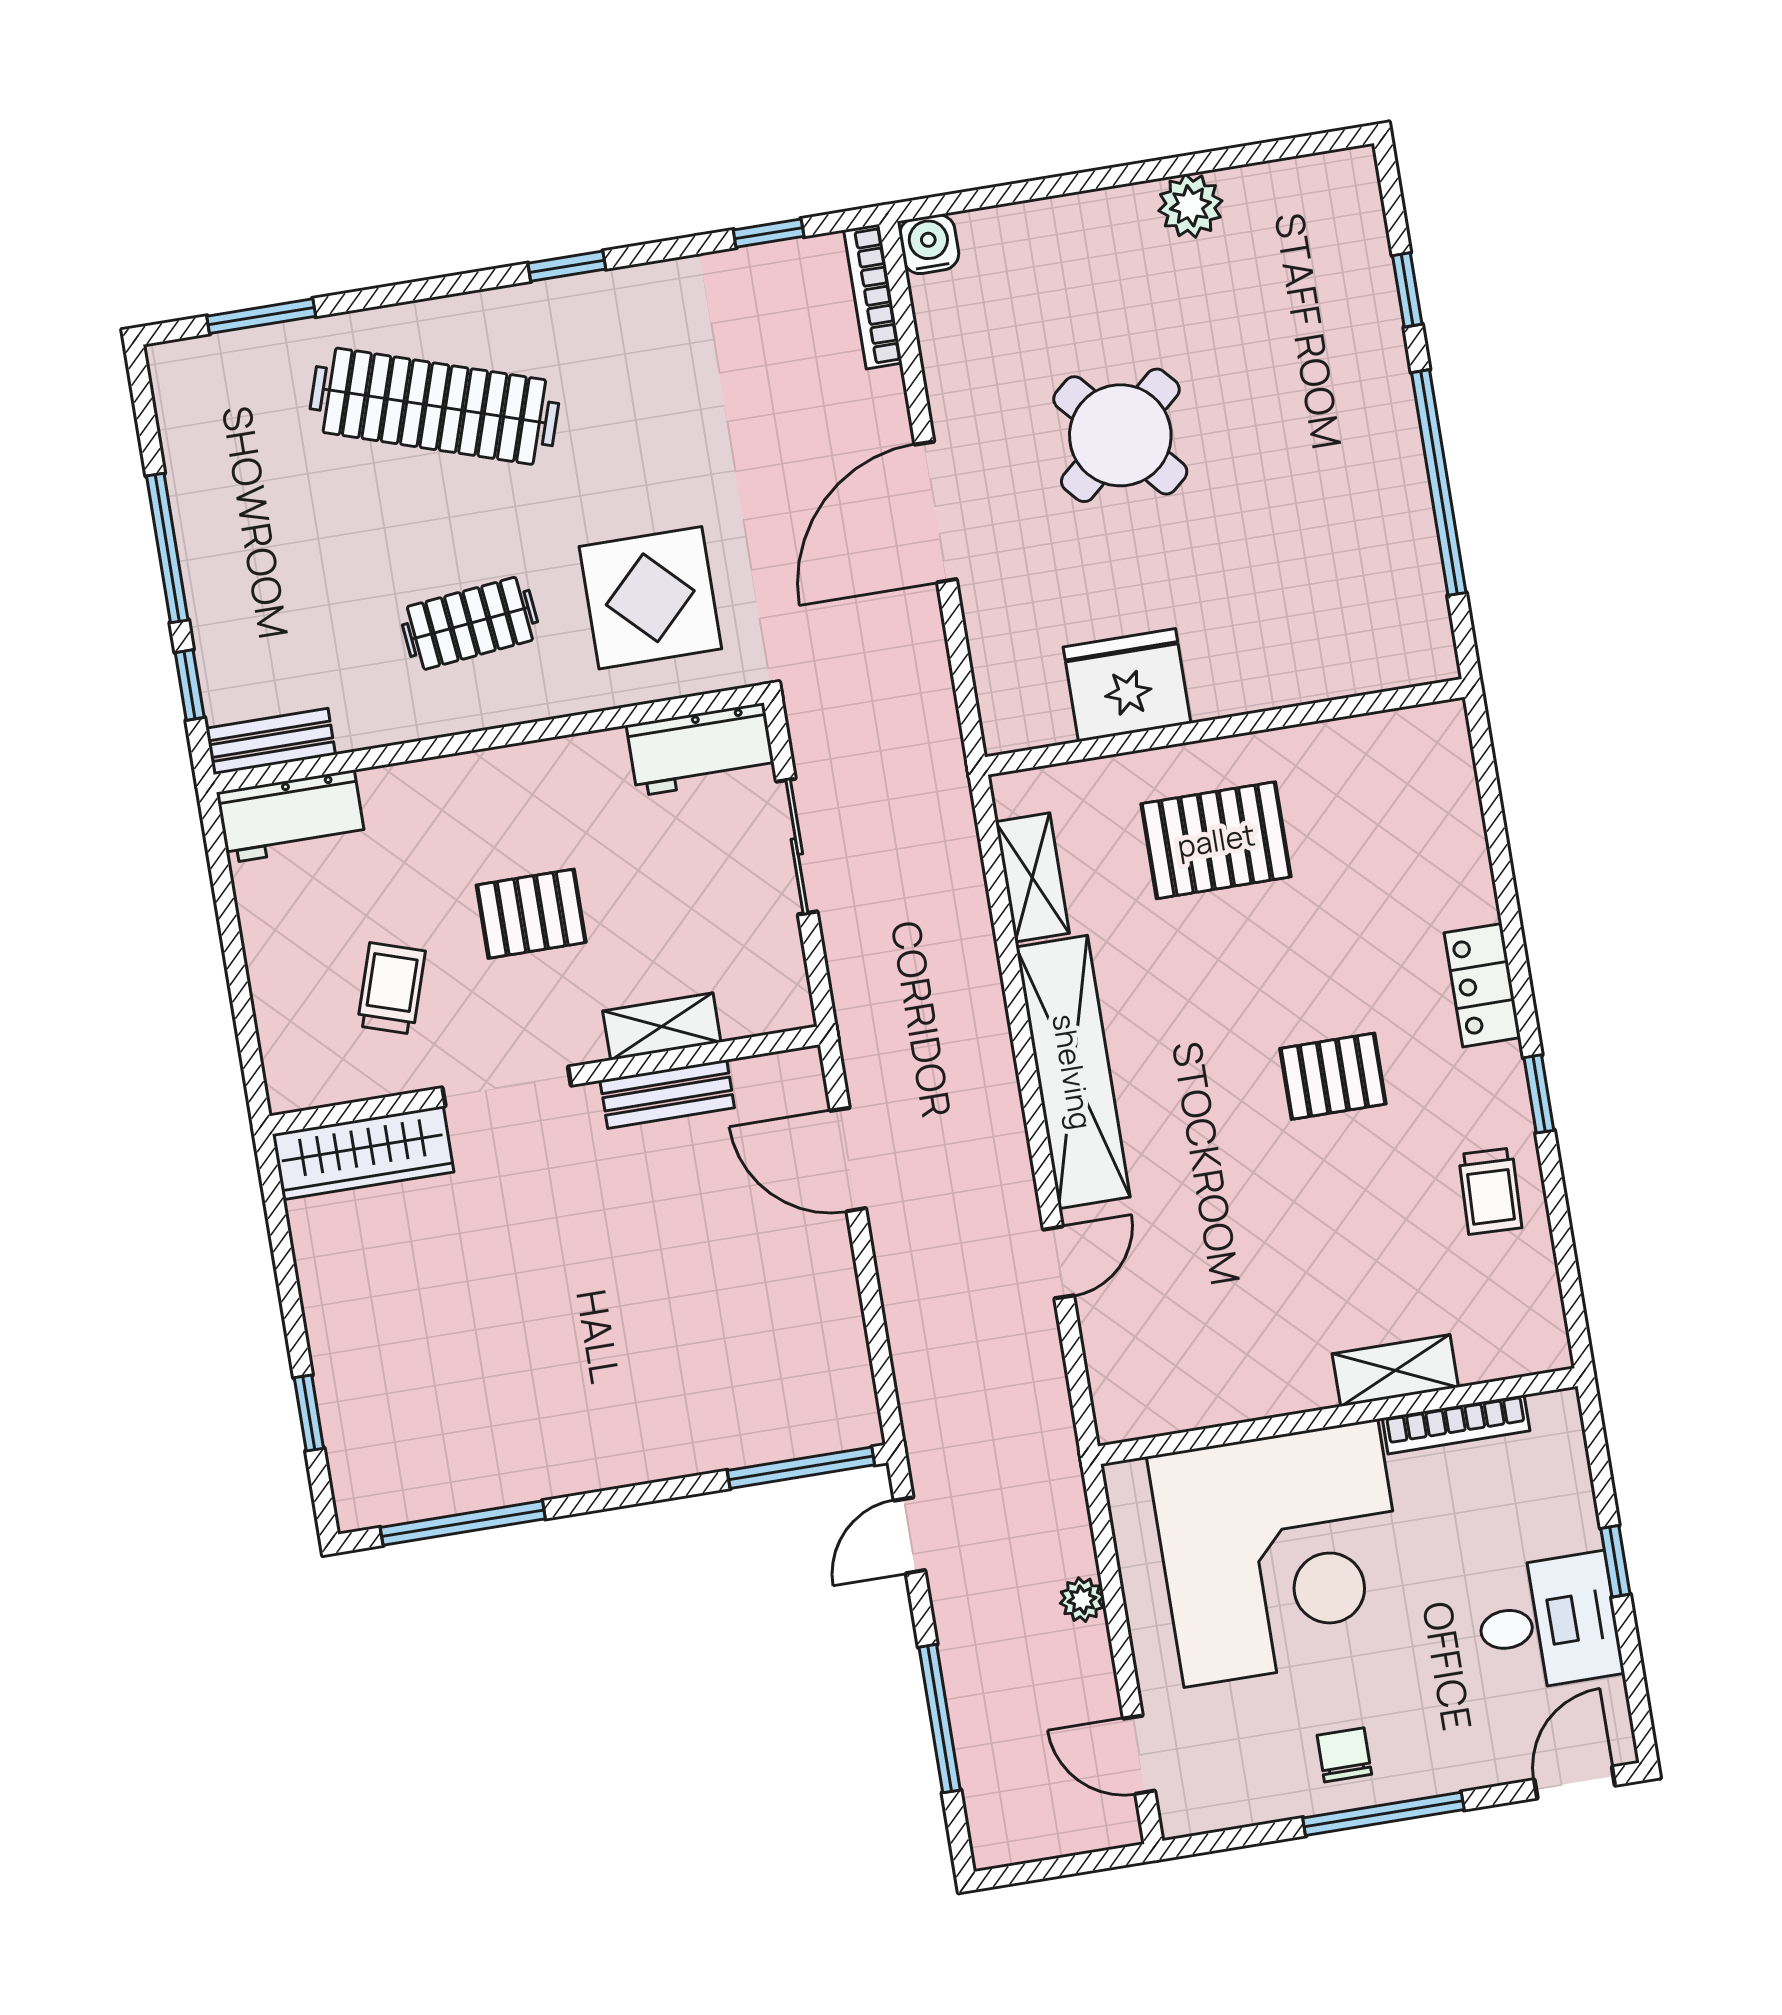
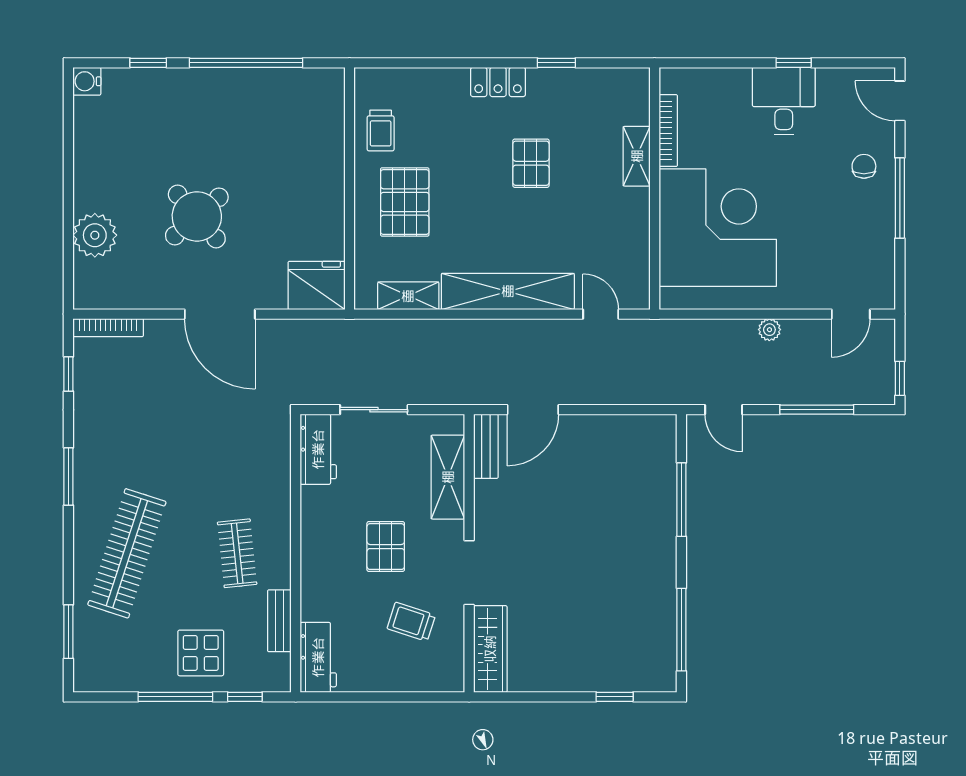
plant: (1190, 206) -> (95, 235), moved, width x1.36, depth x1.36
water cooler: (929, 244) -> (87, 81), moved
window: (567, 266) -> (68, 476), width x1.50
display table: (650, 598) -> (201, 653), moved, width x0.73, depth x0.73
fridge: (1127, 685) -> (317, 285), moved, turned 90
bench: (271, 741) -> (279, 621), moved
shelving: (662, 1027) -> (448, 477), width x1.50, depth x1.33
bench: (667, 1094) -> (486, 446), moved
trolley: (1490, 1191) -> (381, 131), moved, turned 88
shelving: (1395, 1370) -> (637, 156), moved
wall: (1338, 1416) -> (655, 188), moved
bookcase: (1456, 1424) -> (668, 131), moved
window: (801, 1468) -> (681, 500), moved
corner desk: (1281, 1553) -> (718, 228), moved
desk: (1548, 1623) -> (784, 101), moved
chair: (1344, 1755) -> (864, 166), moved, turned 90
window: (1028, 1872) -> (900, 378), added

